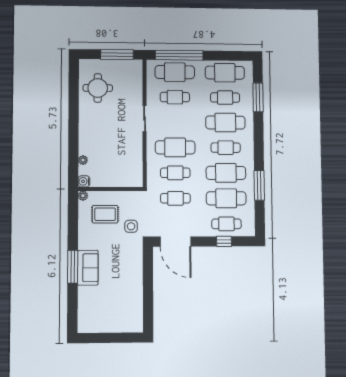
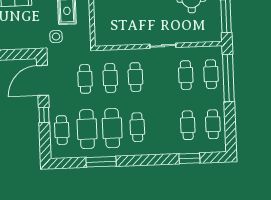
cafe table: (175, 72) -> (211, 74), width x0.73, depth x0.74
cafe table: (225, 73) -> (213, 124), width x0.73, depth x0.74
window: (258, 97) -> (189, 158), width x0.69
cafe table: (225, 123) -> (163, 126), removed
cafe table: (175, 147) -> (135, 77), width x0.73, depth x0.74
window: (224, 241) -> (44, 115), moved

